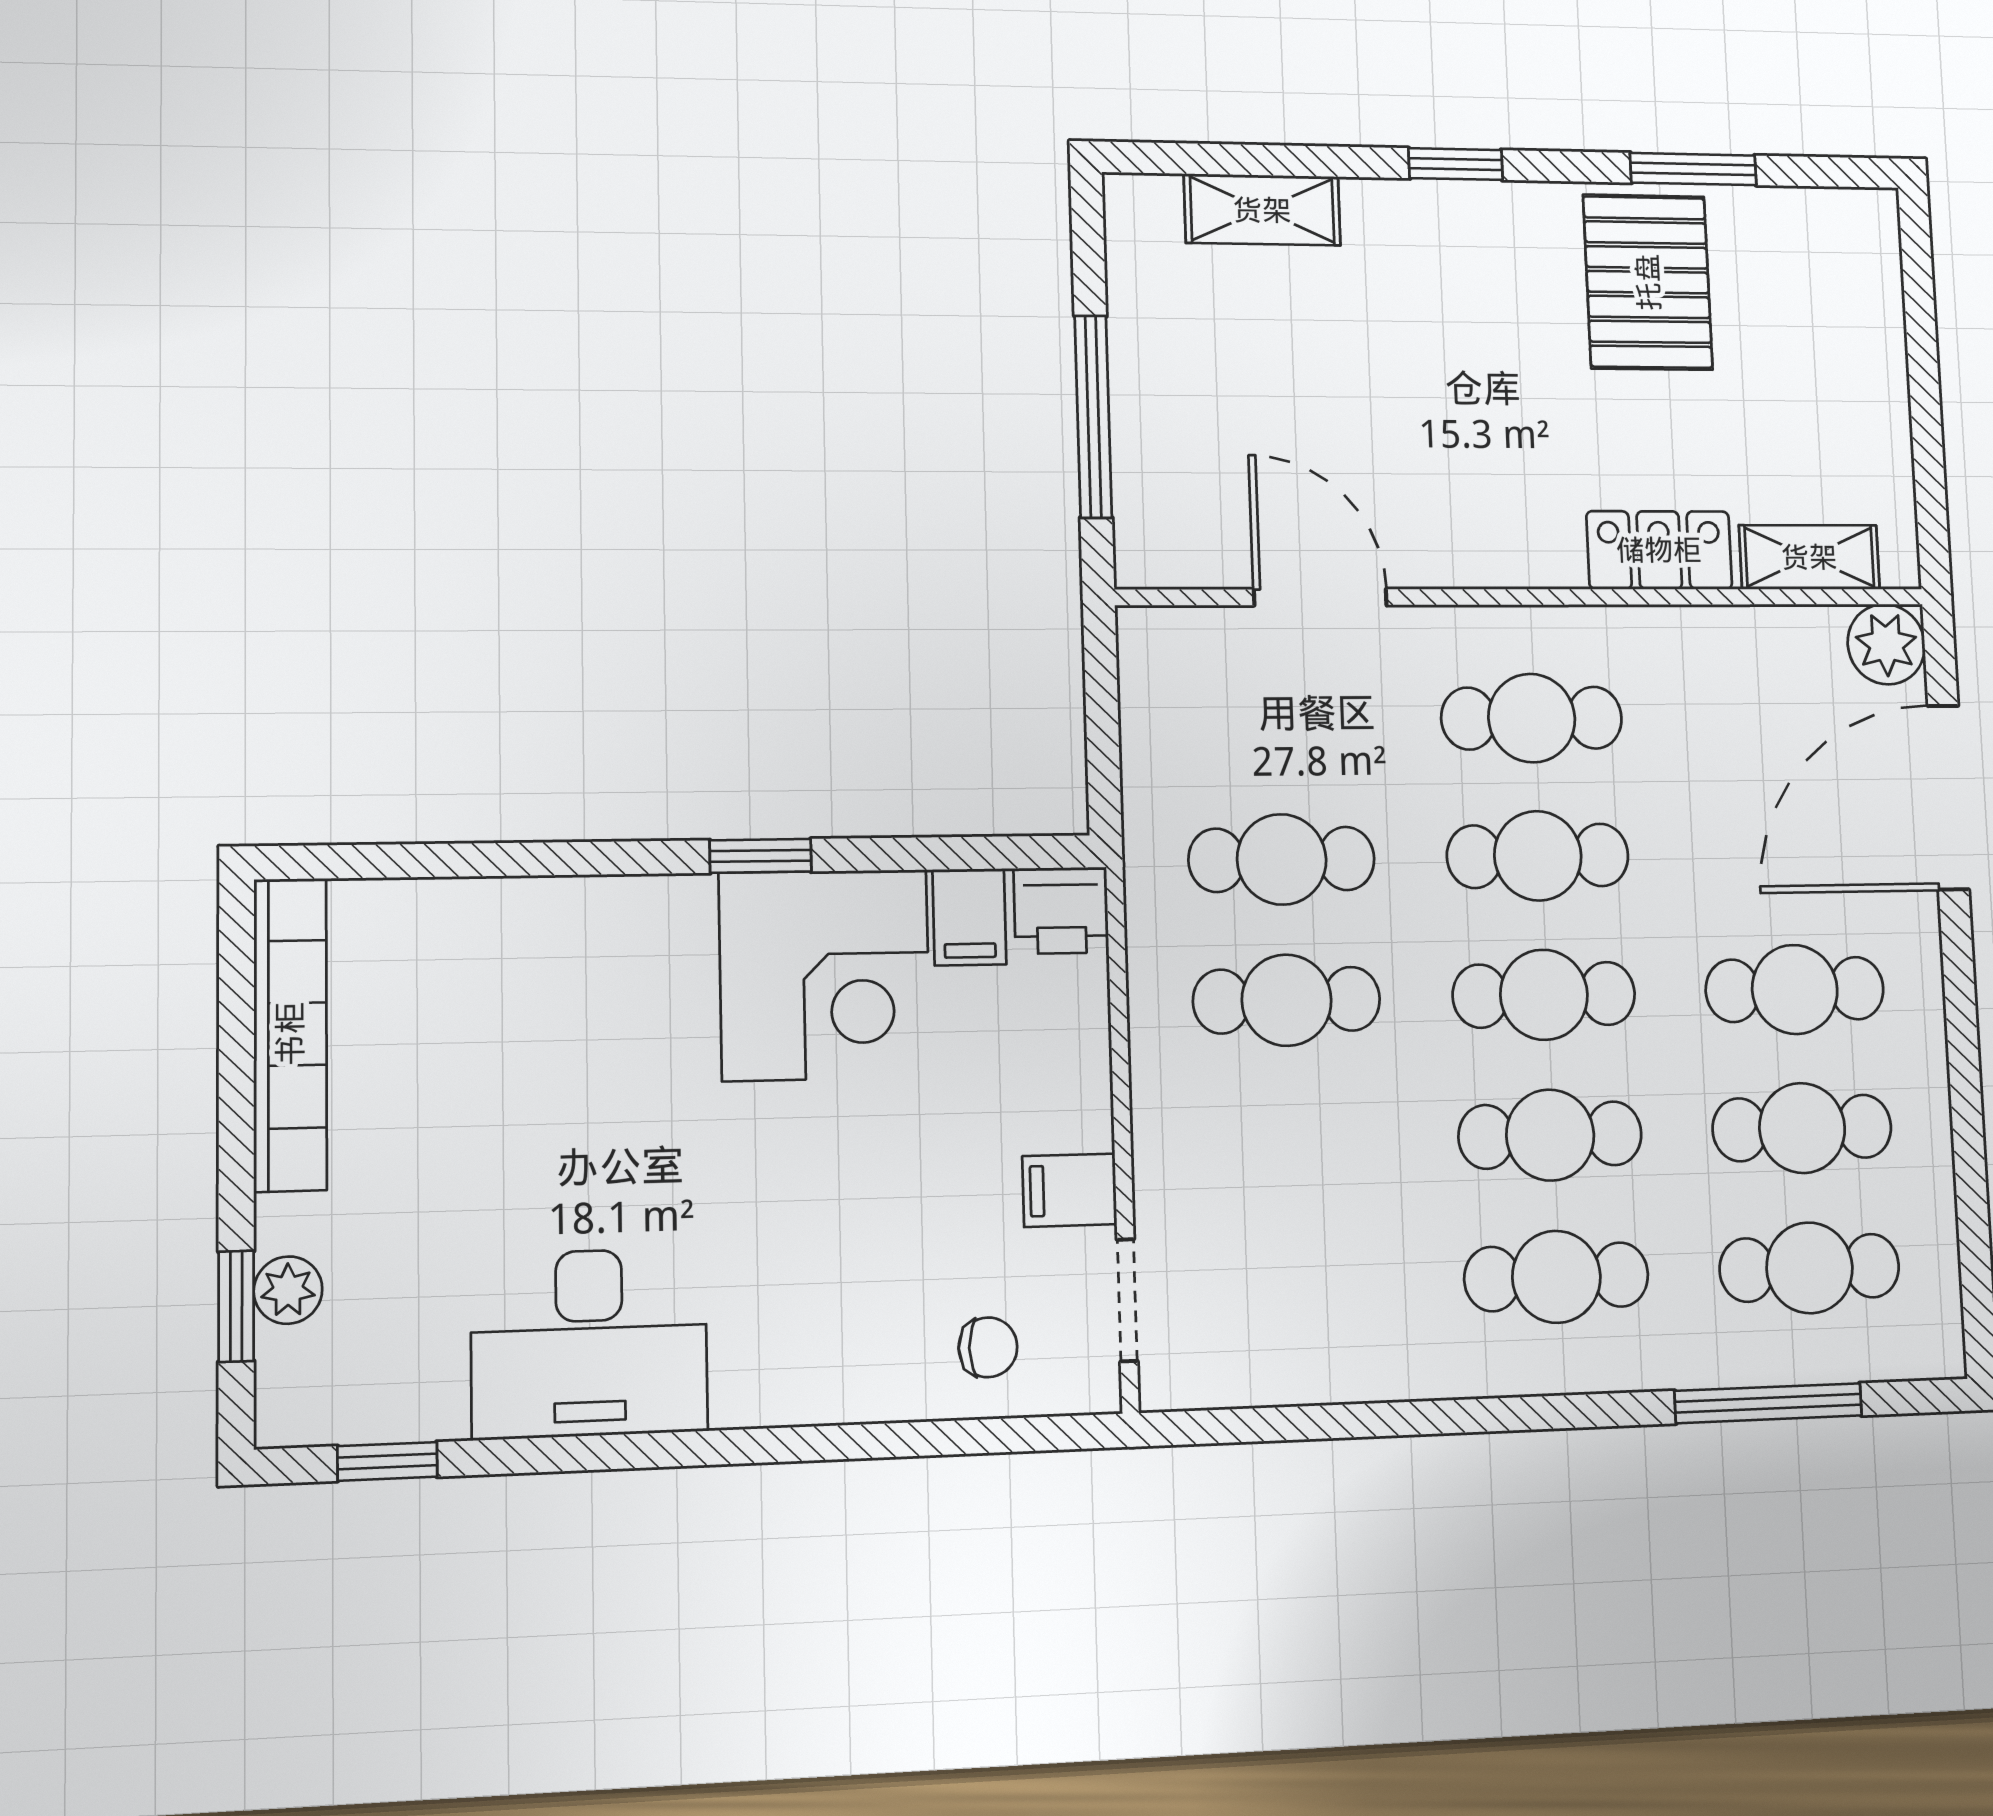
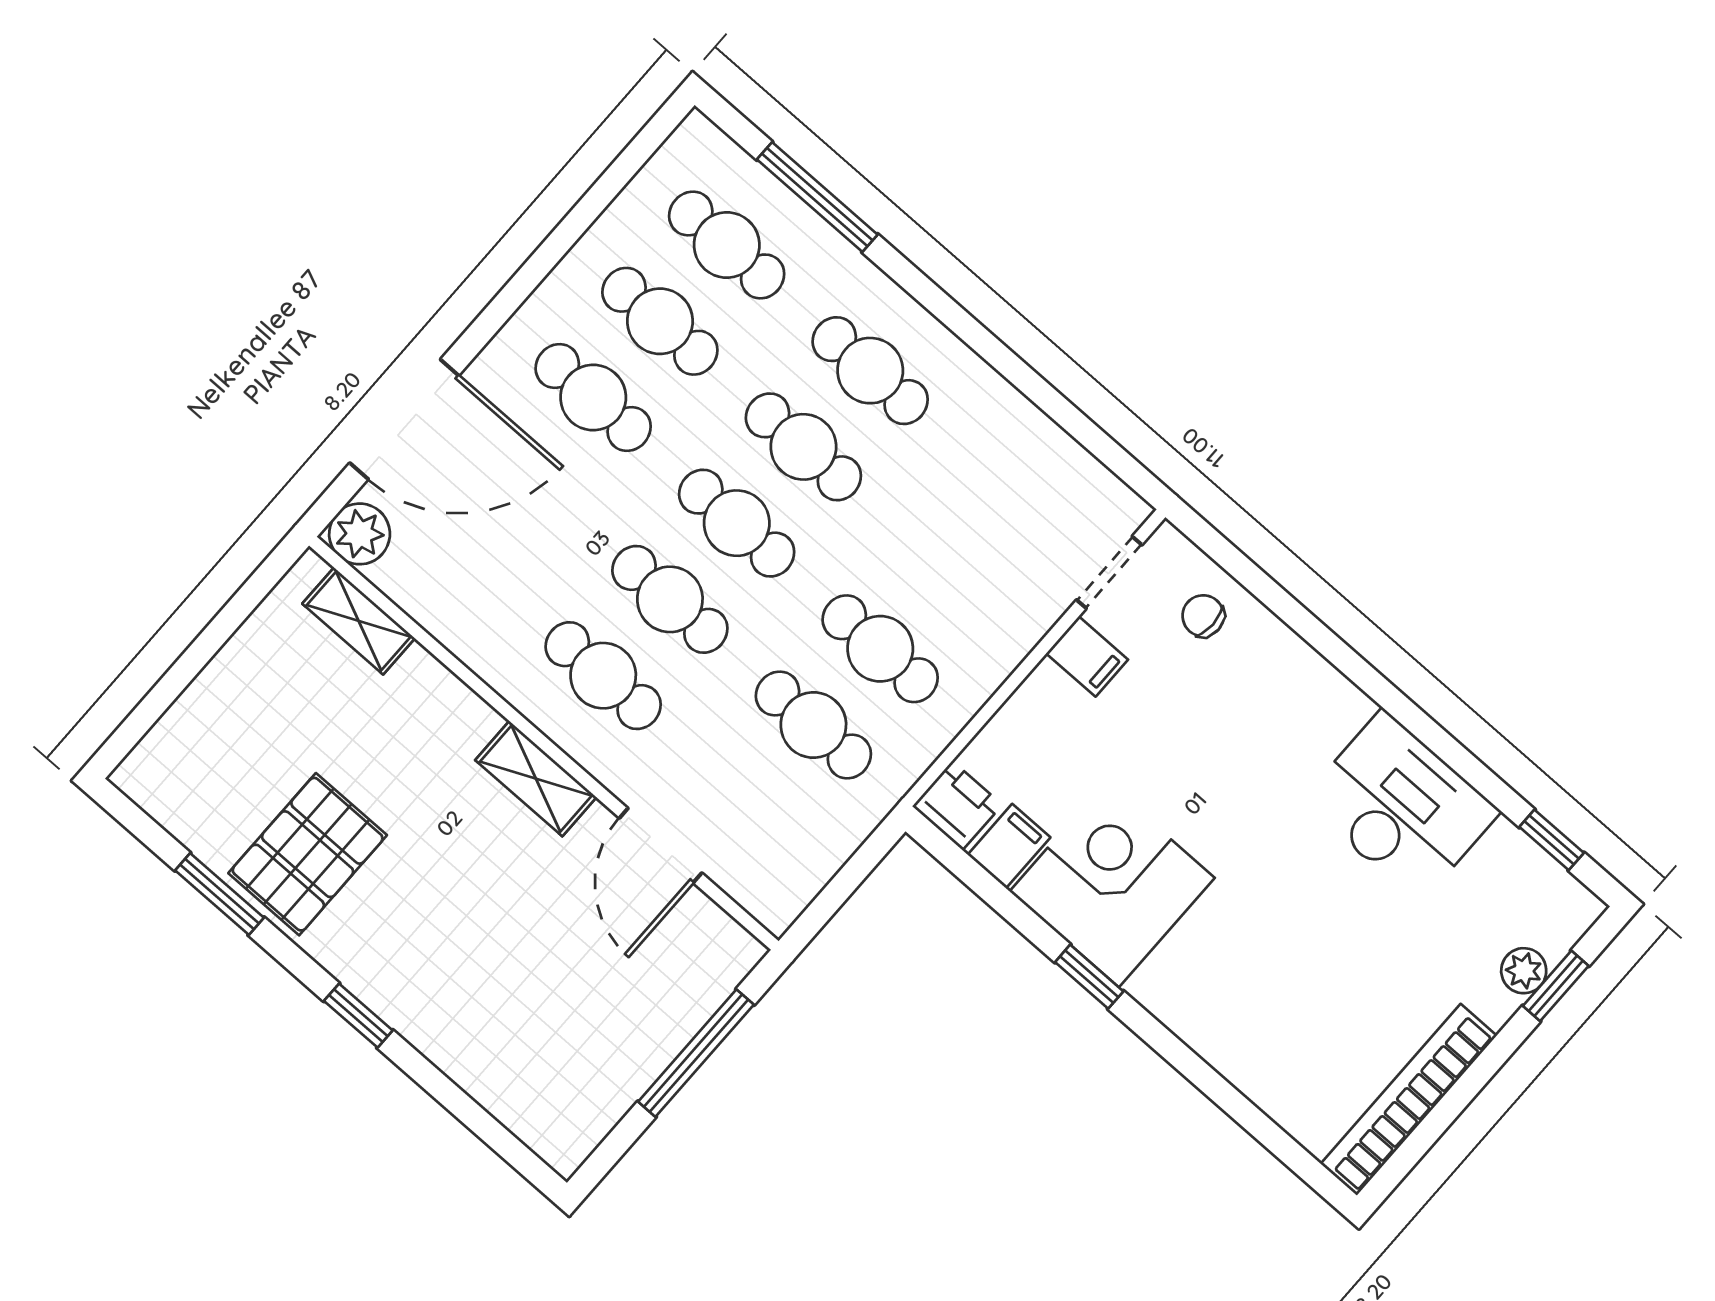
shelving: (1262, 210) -> (536, 779), moved
locker: (1659, 550) -> (443, 702), removed

